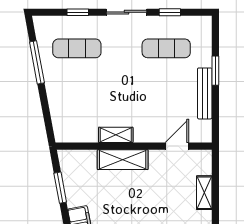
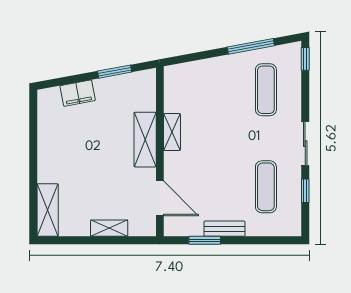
window: (78, 12) -> (305, 59), moved
window: (215, 71) -> (205, 240), moved
bench: (205, 93) -> (224, 229), width x0.73
door: (177, 146) -> (160, 198), width x1.38

